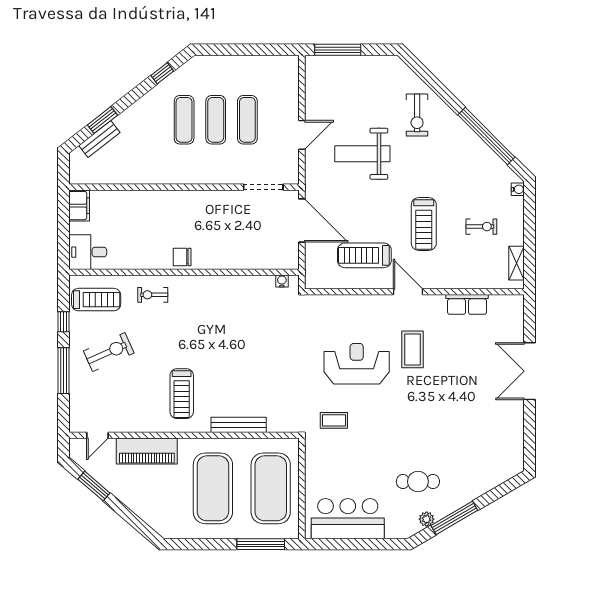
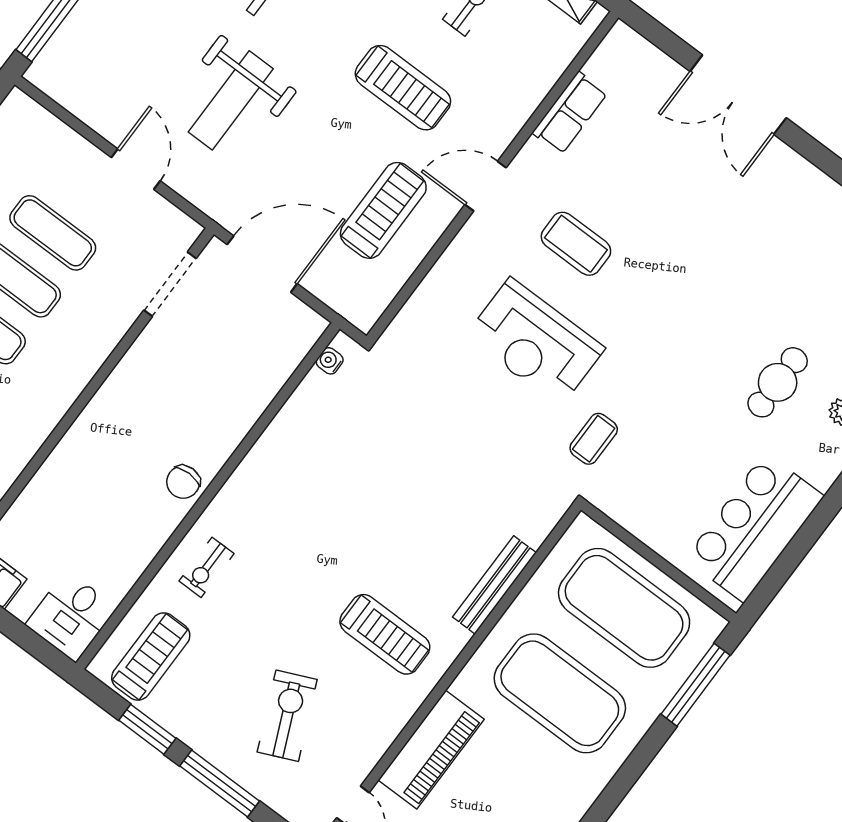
treadmill: (364, 255) -> (383, 210), turned 180
window: (64, 322) -> (147, 729), width x1.50
exercise bike: (109, 352) -> (287, 716), moved
reception desk: (357, 364) -> (535, 342), turned -90

